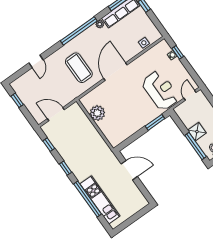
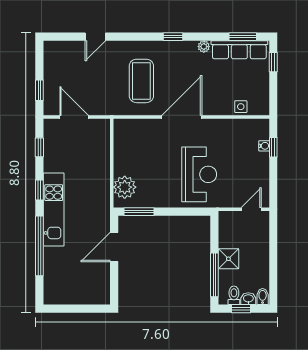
window: (79, 31) -> (173, 37), width x0.32
reception desk: (160, 91) -> (199, 174), moved
window: (17, 100) -> (39, 90), moved
plant: (97, 113) -> (125, 187), moved
window: (155, 122) -> (139, 212), moved
door: (129, 170) -> (114, 247), swing flipped
kitchen unit: (100, 200) -> (54, 209), moved

